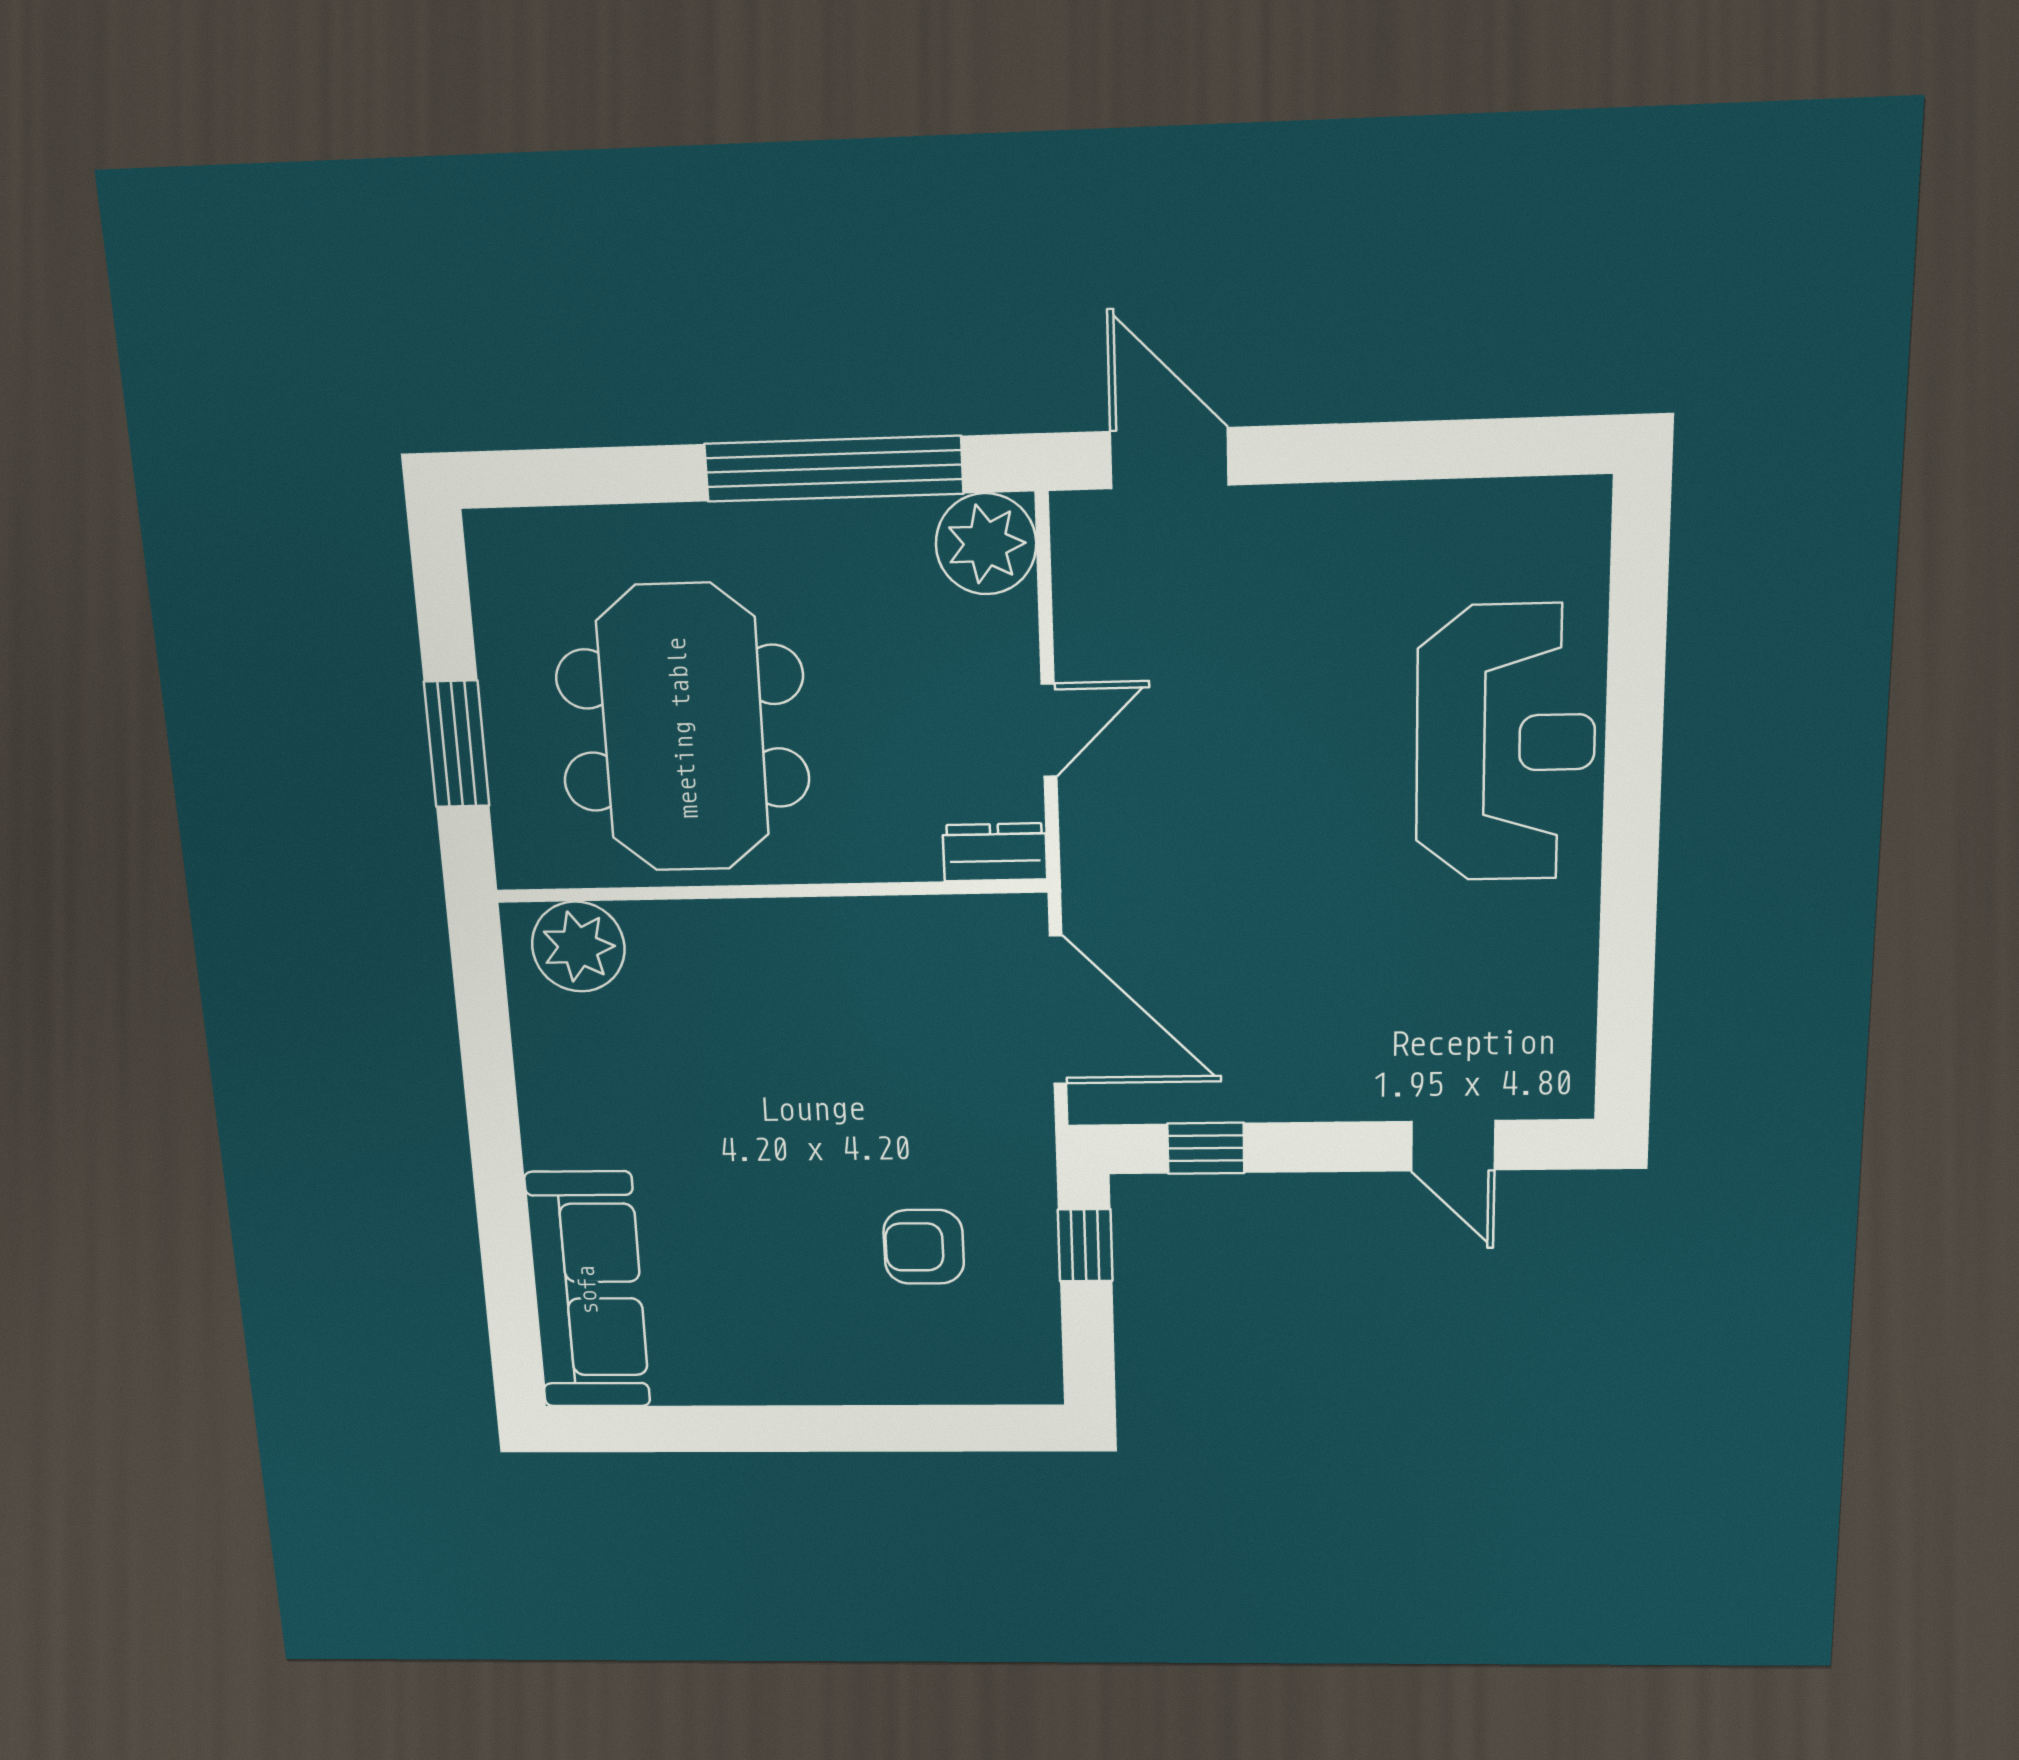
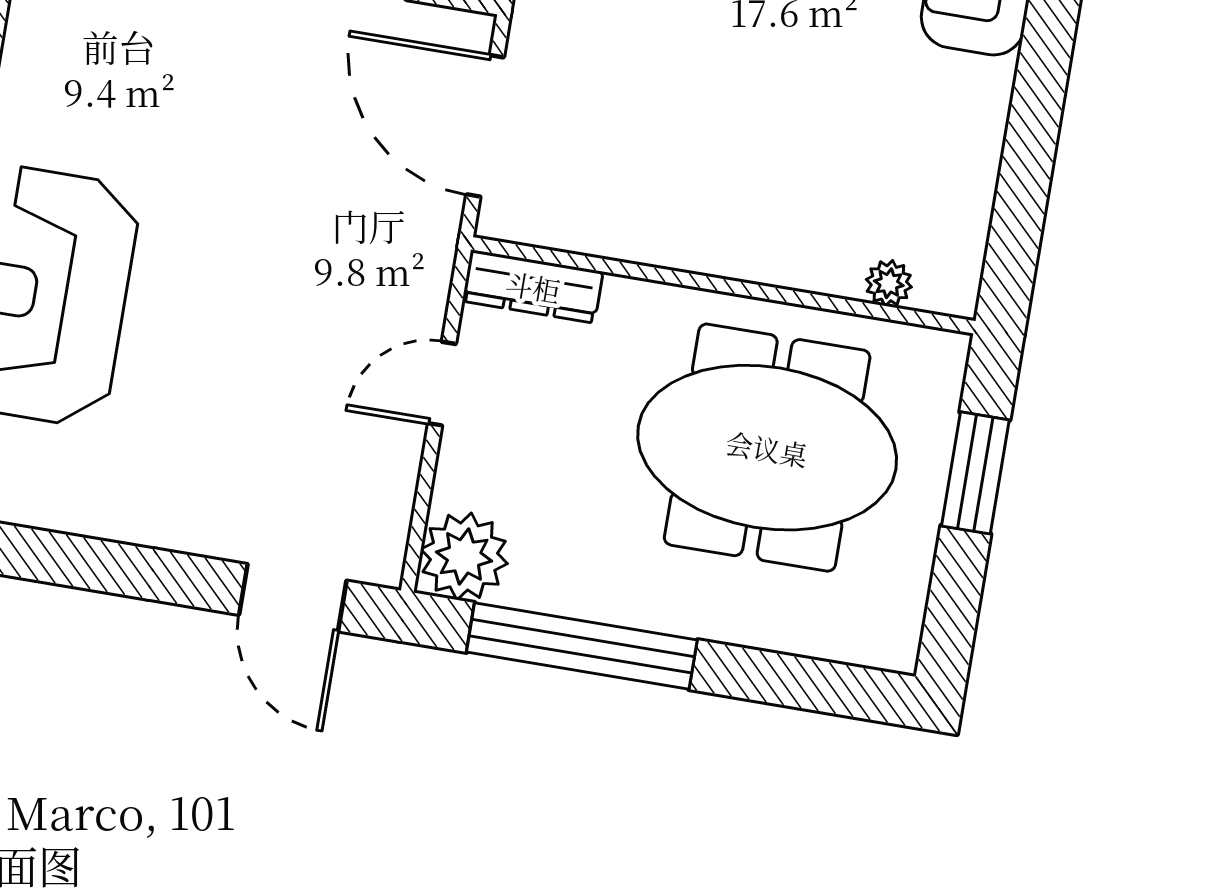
meeting table: (683, 728) -> (767, 448), turned 90
dresser: (995, 852) -> (533, 286), width x1.44
plant: (578, 947) -> (889, 283), width x0.53, depth x0.53

